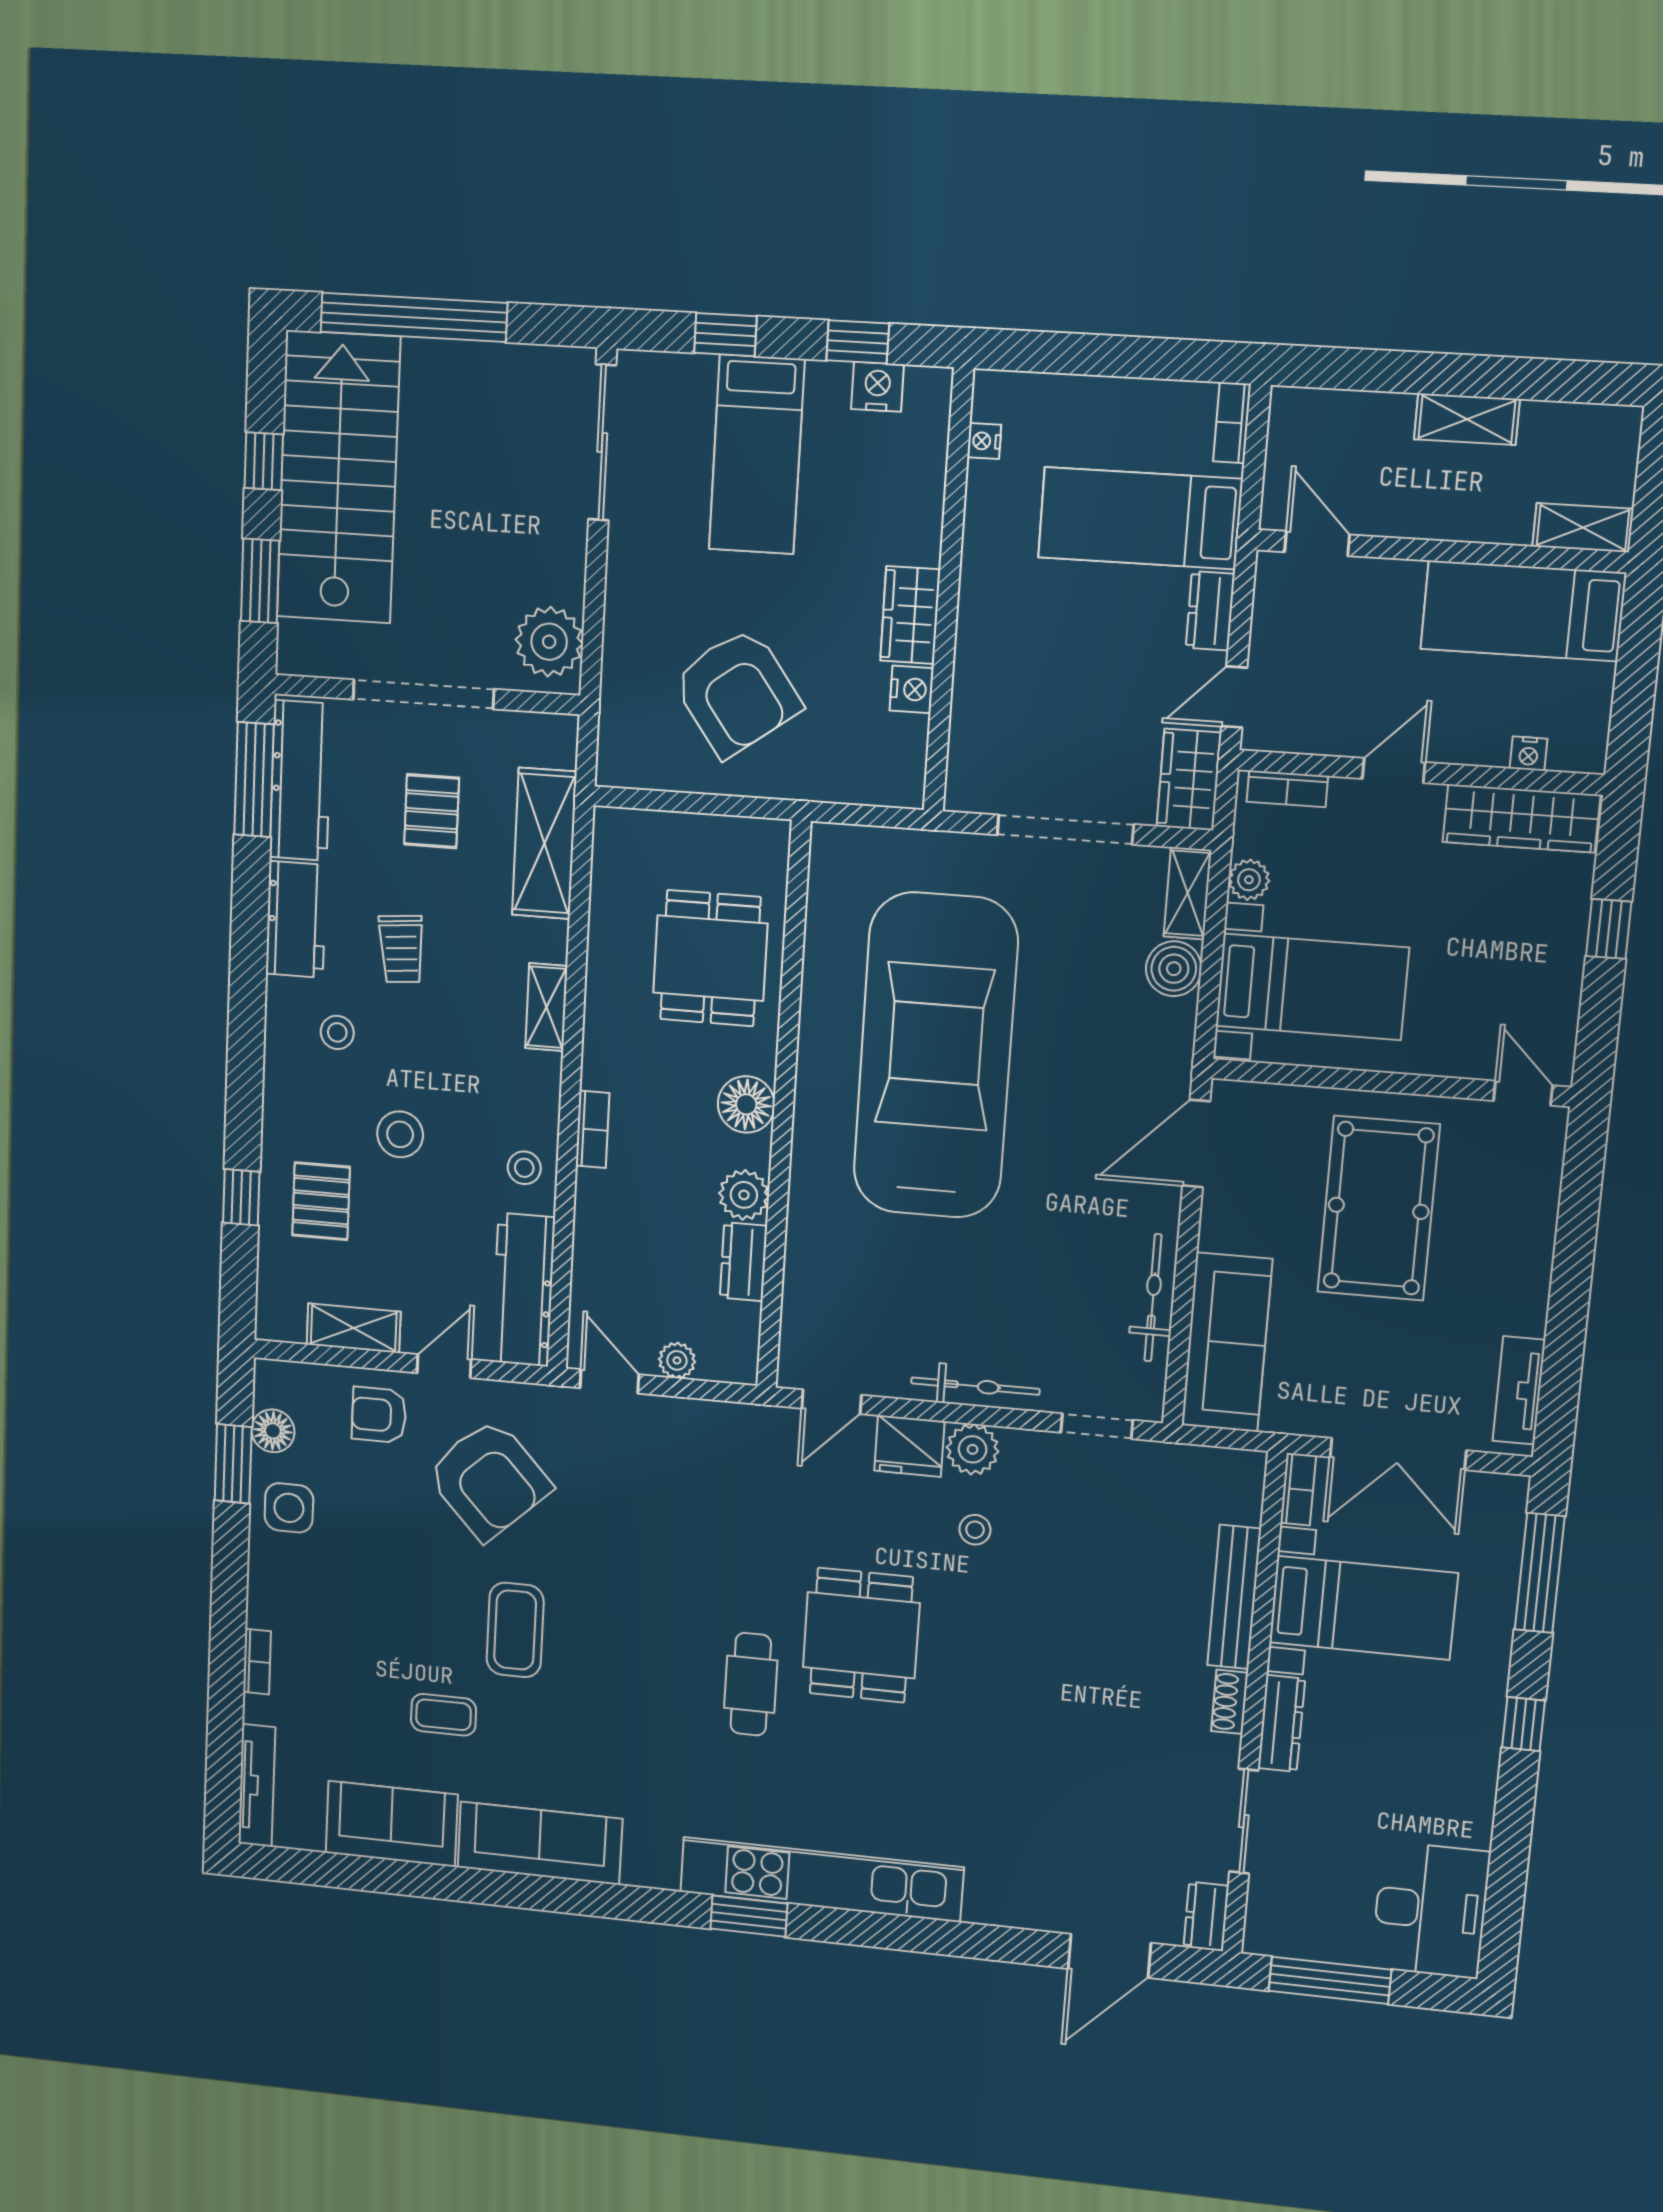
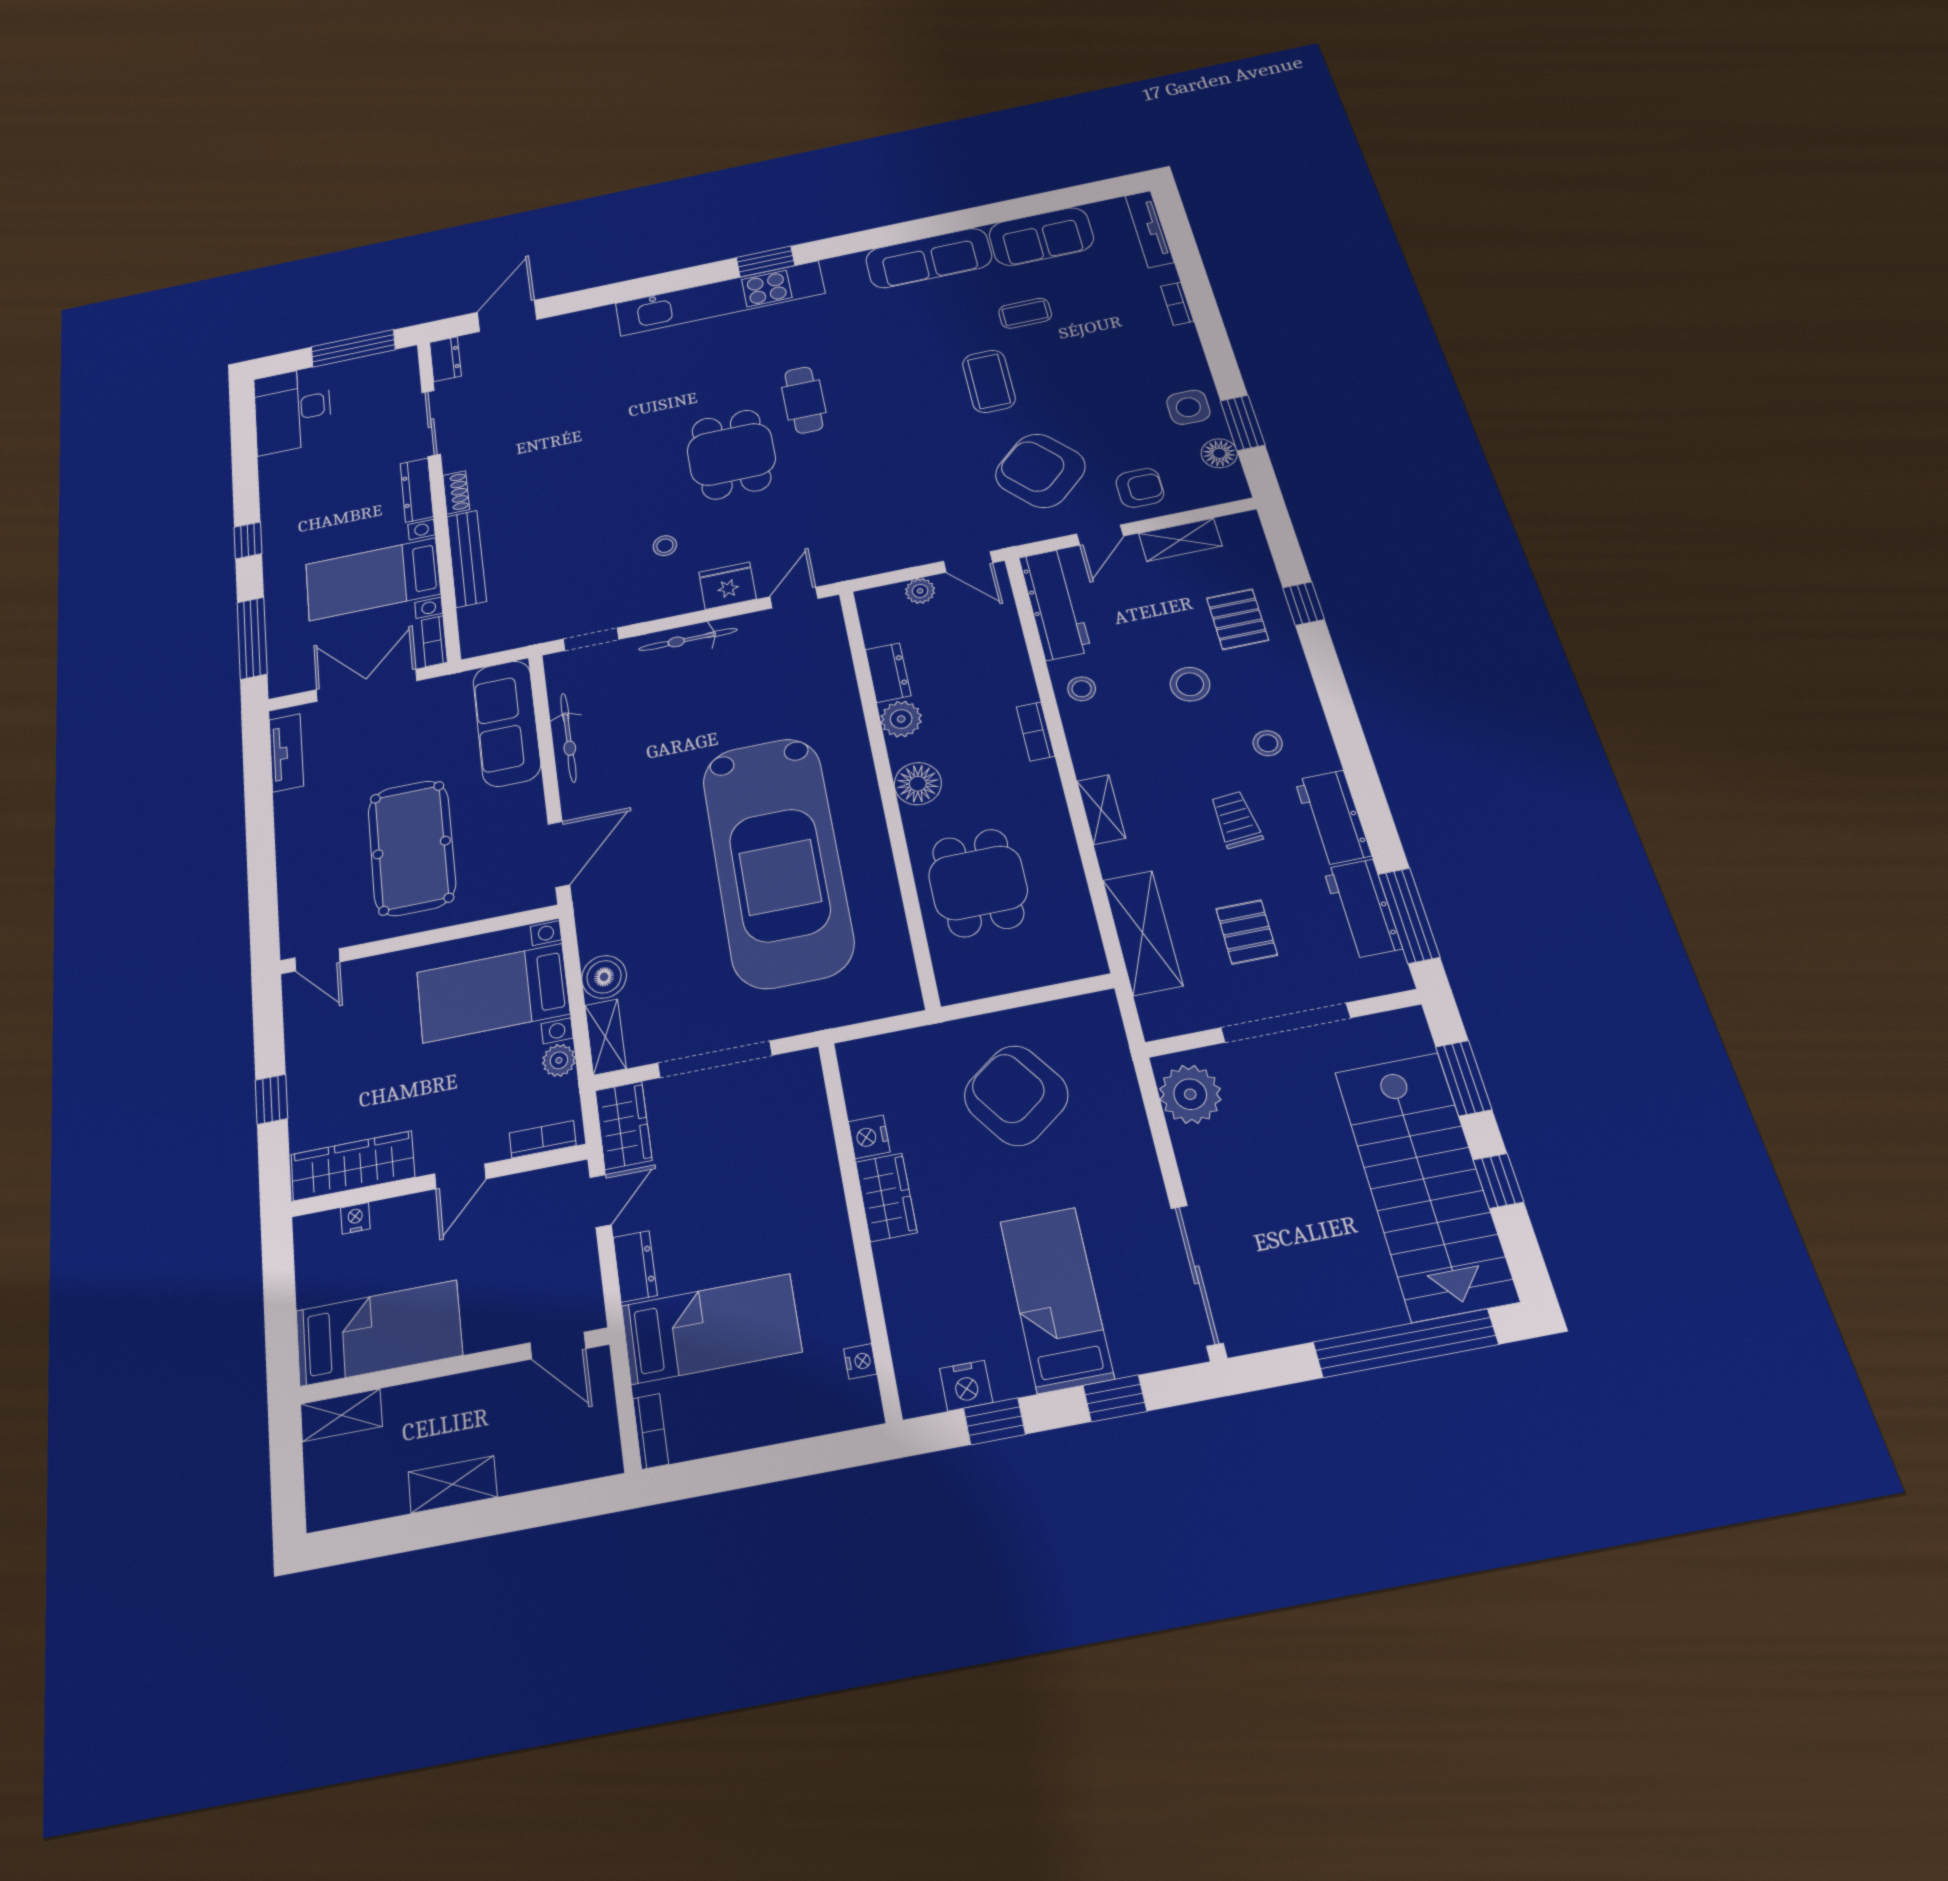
workbench: (301, 781) -> (1362, 909), width x0.73
plant: (973, 1449) -> (680, 597), removed

